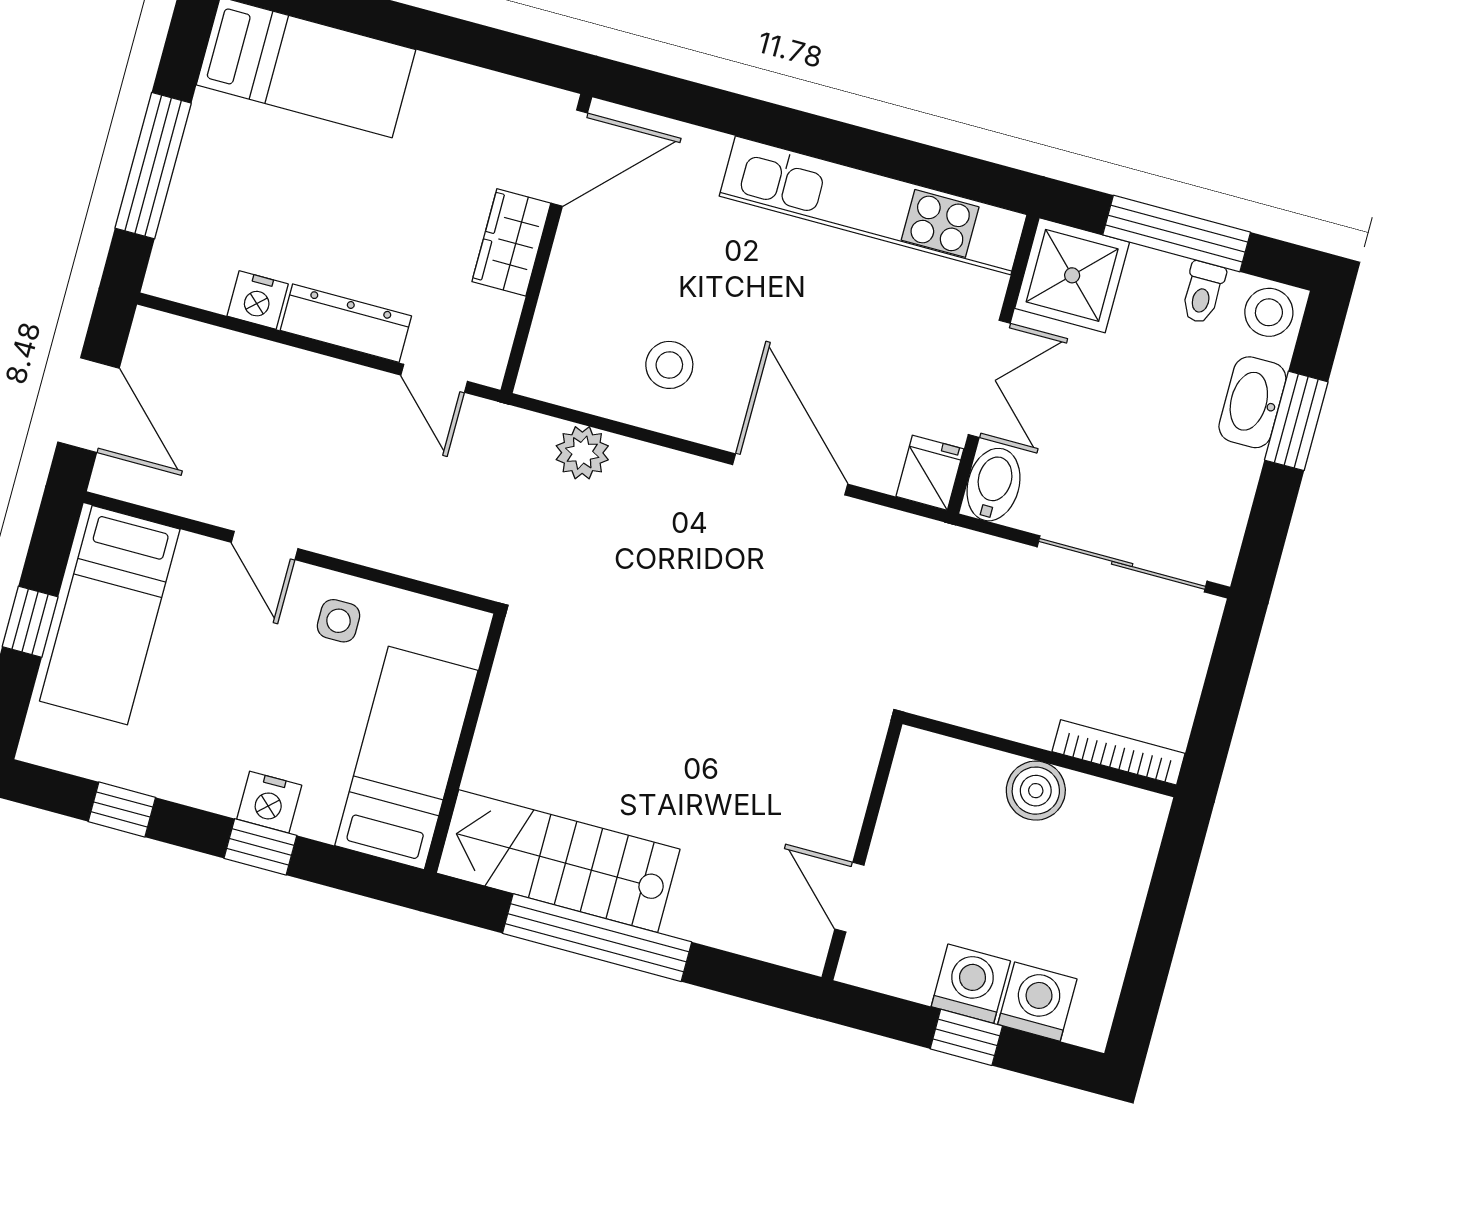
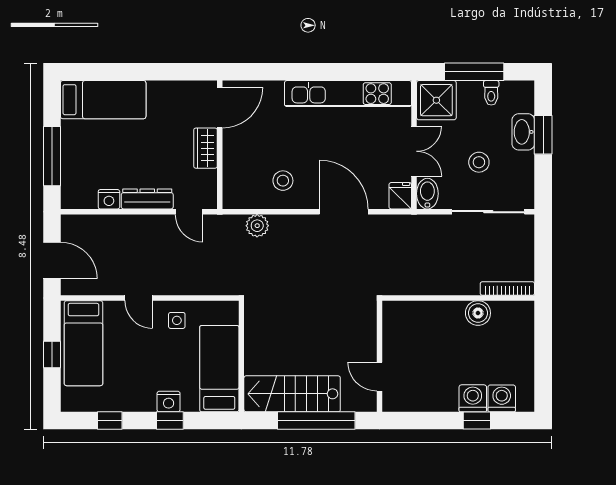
stool: (1269, 312) -> (479, 162), moved
wall: (862, 850) -> (380, 356), moved
door: (849, 897) -> (380, 377), moved

